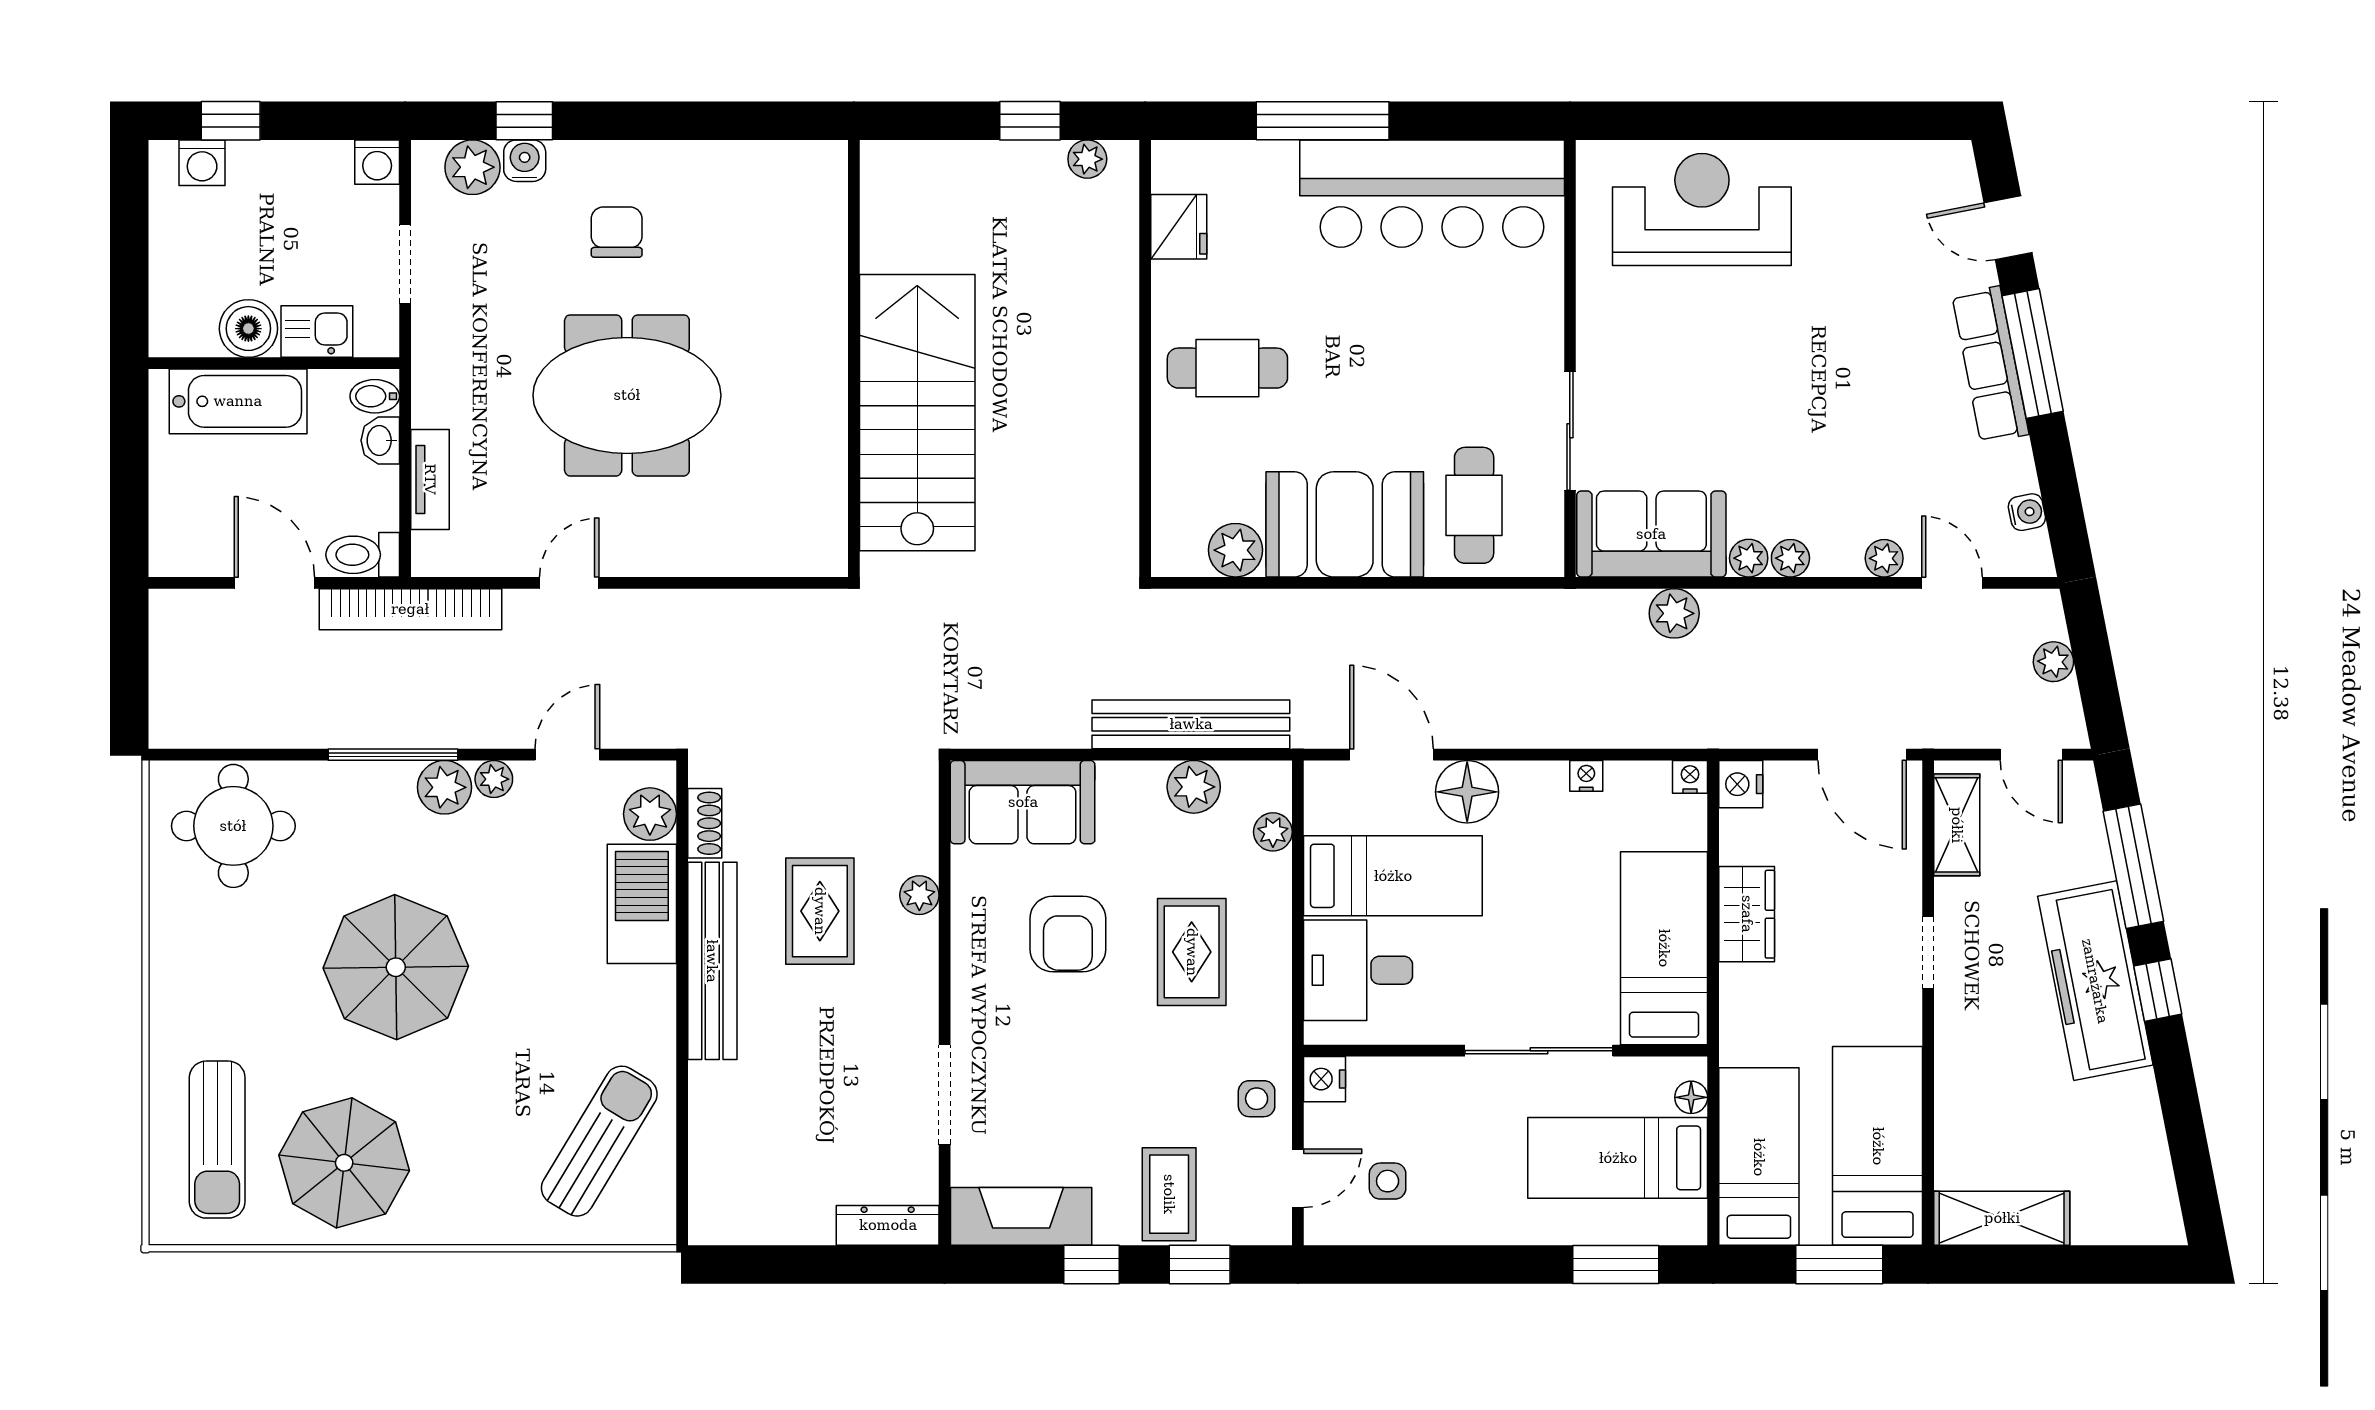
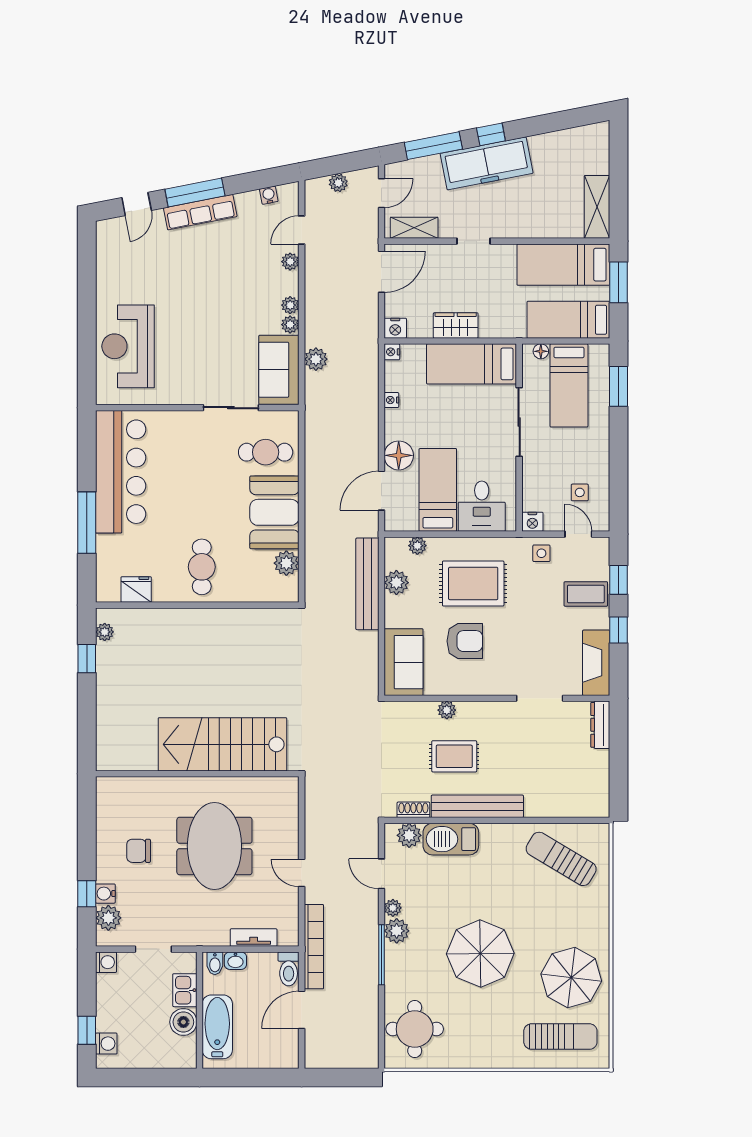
wall: (854, 358) -> (197, 774), moved
stairs: (917, 413) -> (222, 744), moved
rug: (1192, 952) -> (473, 583), width x1.36, depth x1.43

